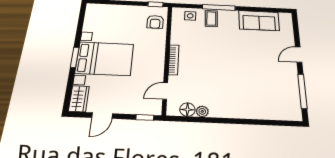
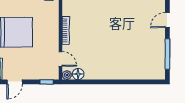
door: (165, 91) -> (60, 59), swing flipped
plant: (202, 111) -> (67, 75), moved

